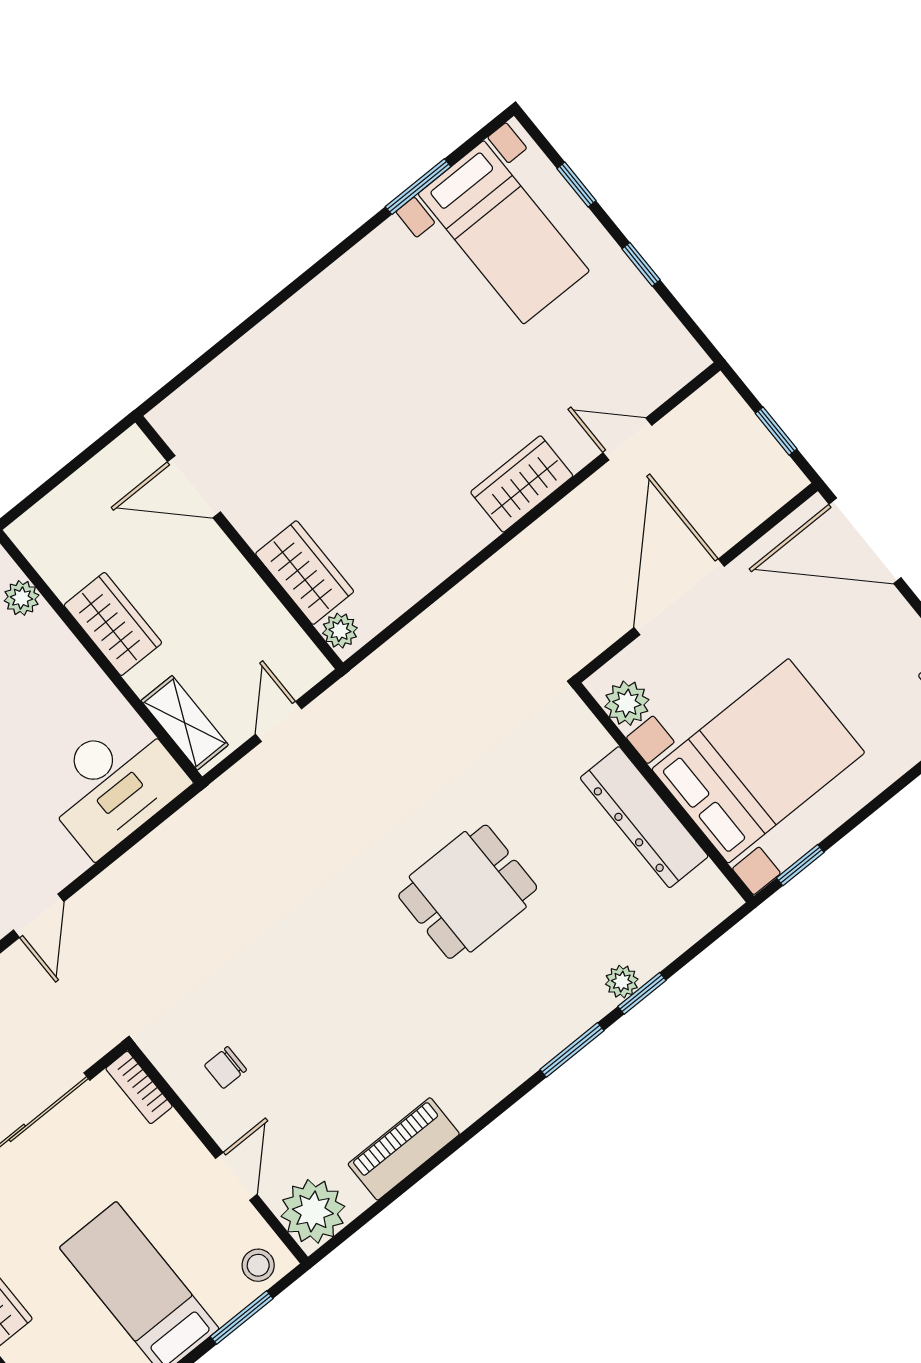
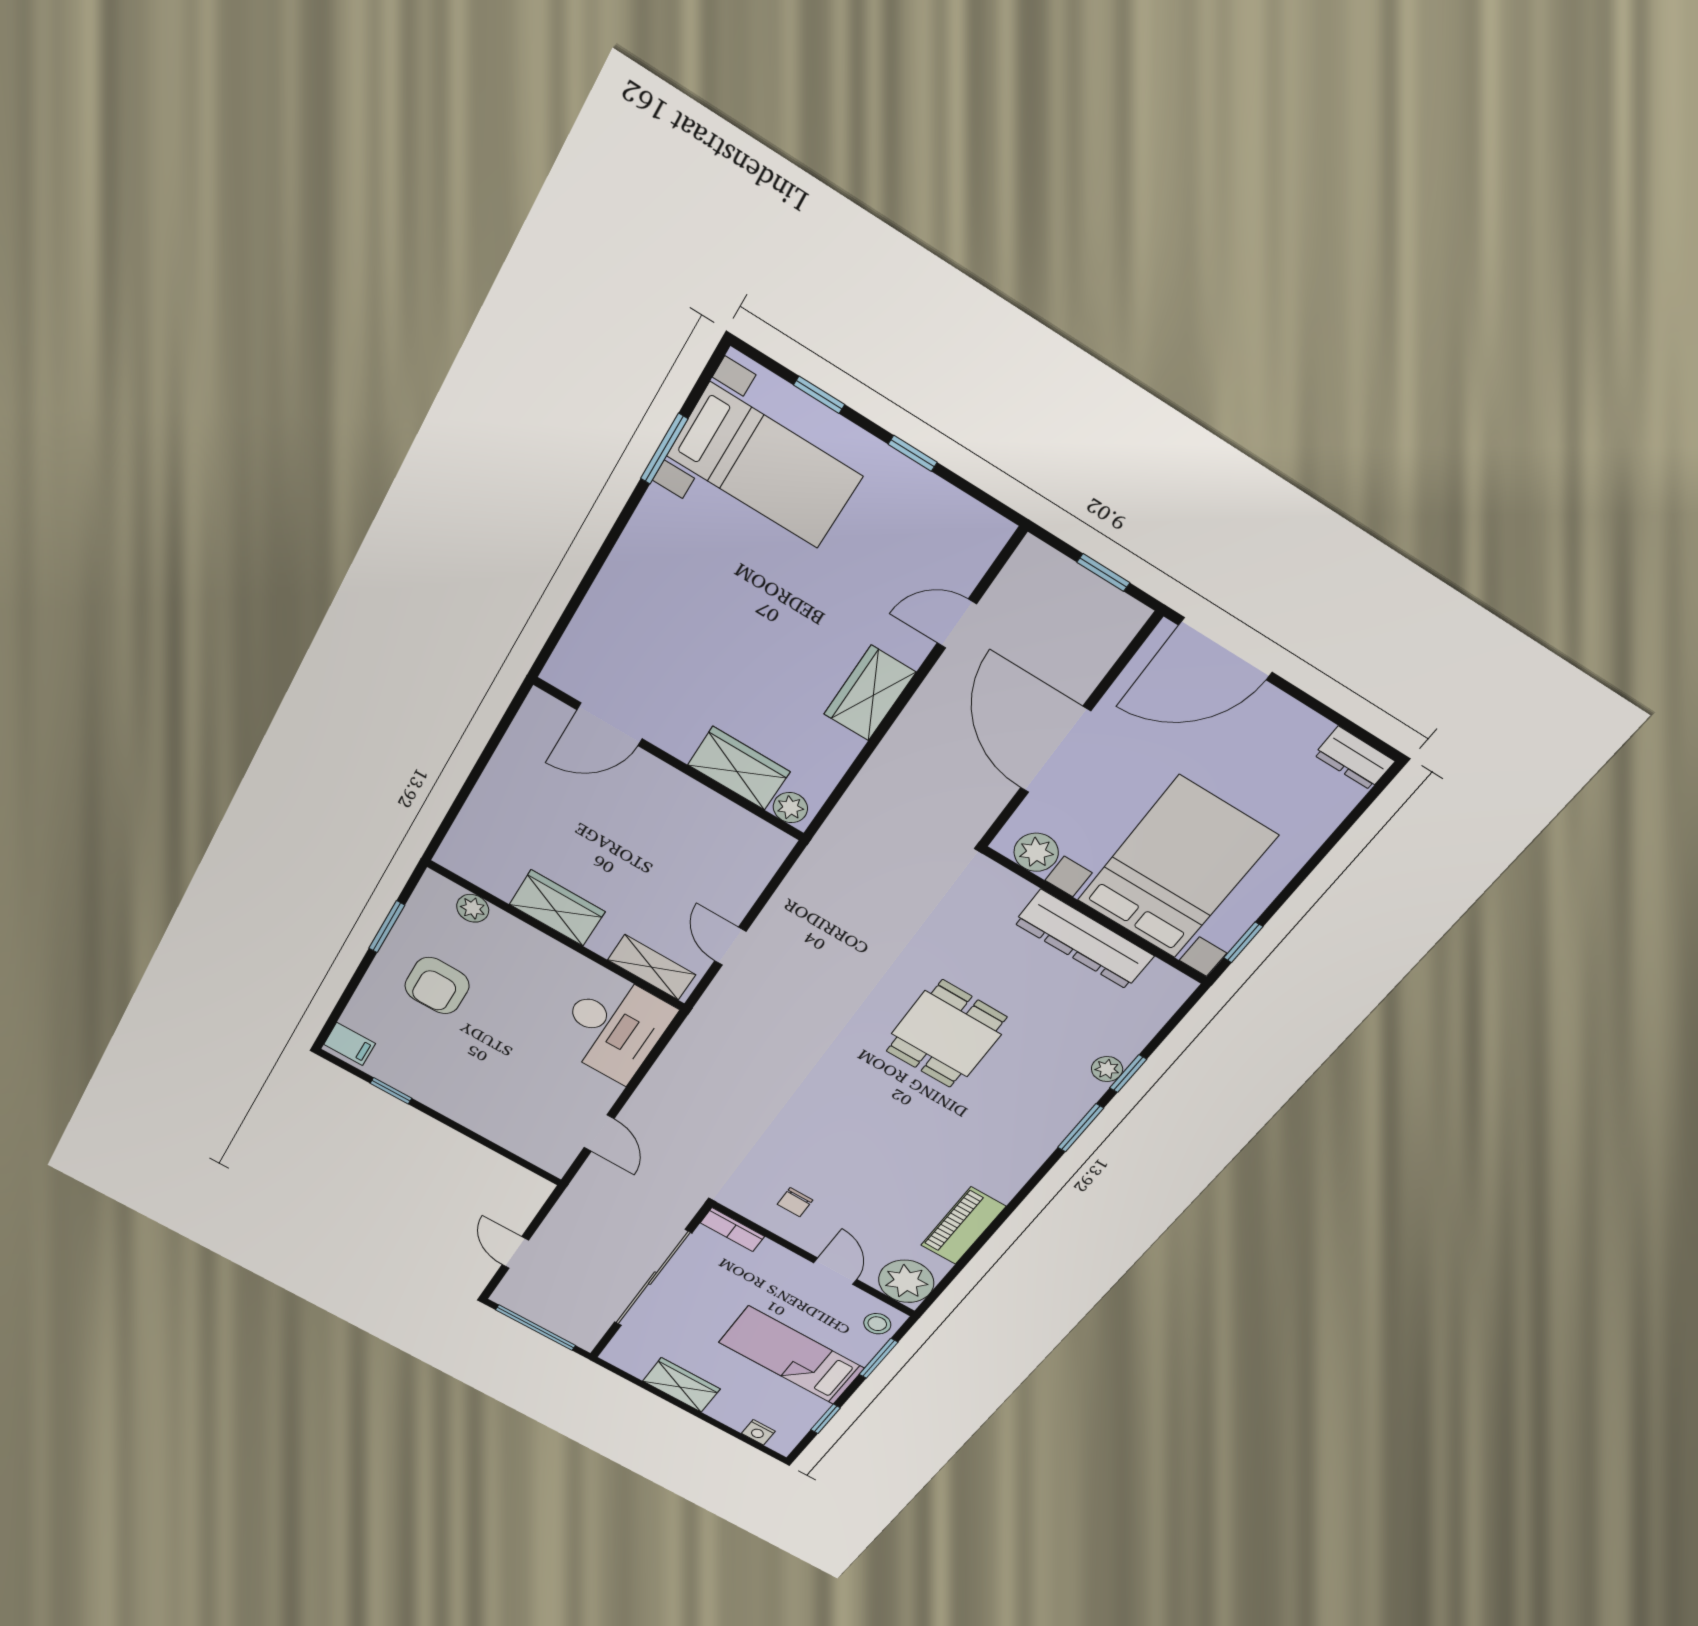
door: (194, 487) -> (610, 724), moved
wall: (239, 542) -> (670, 760), moved
wardrobe: (305, 573) -> (739, 768), moved
plant: (340, 631) -> (790, 808), moved

